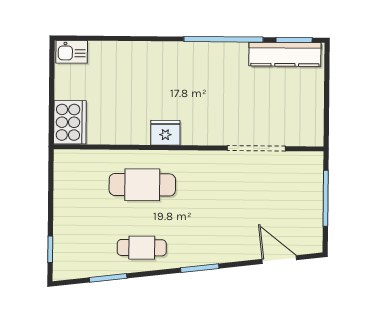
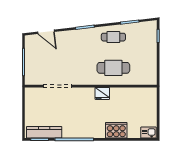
cooker: (70, 122) -> (116, 130), moved, turned 90

